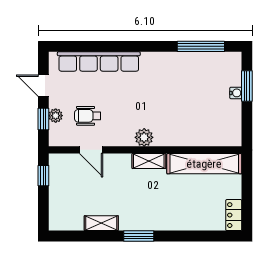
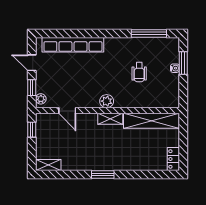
plant: (56, 116) -> (41, 99), moved
wheelchair: (88, 116) -> (139, 72), moved, turned -90
shelving: (101, 223) -> (48, 165), moved

